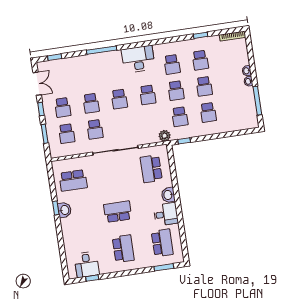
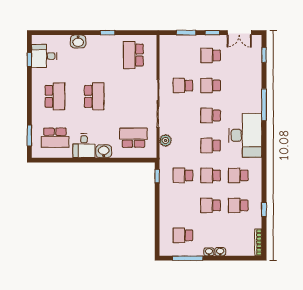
desk: (138, 59) -> (245, 135), width x1.36, depth x1.30
school desk: (208, 112) -> (183, 235), moved
school desk: (67, 134) -> (183, 56), removed
plant: (165, 136) -> (165, 140), moved
washbasin: (64, 210) -> (78, 41), moved
school desk: (123, 249) -> (55, 96), turned -90

